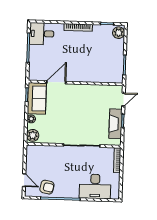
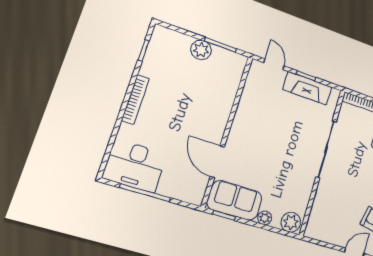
plant: (119, 33) -> (201, 50), moved
desk: (42, 34) -> (135, 166), width x1.37

